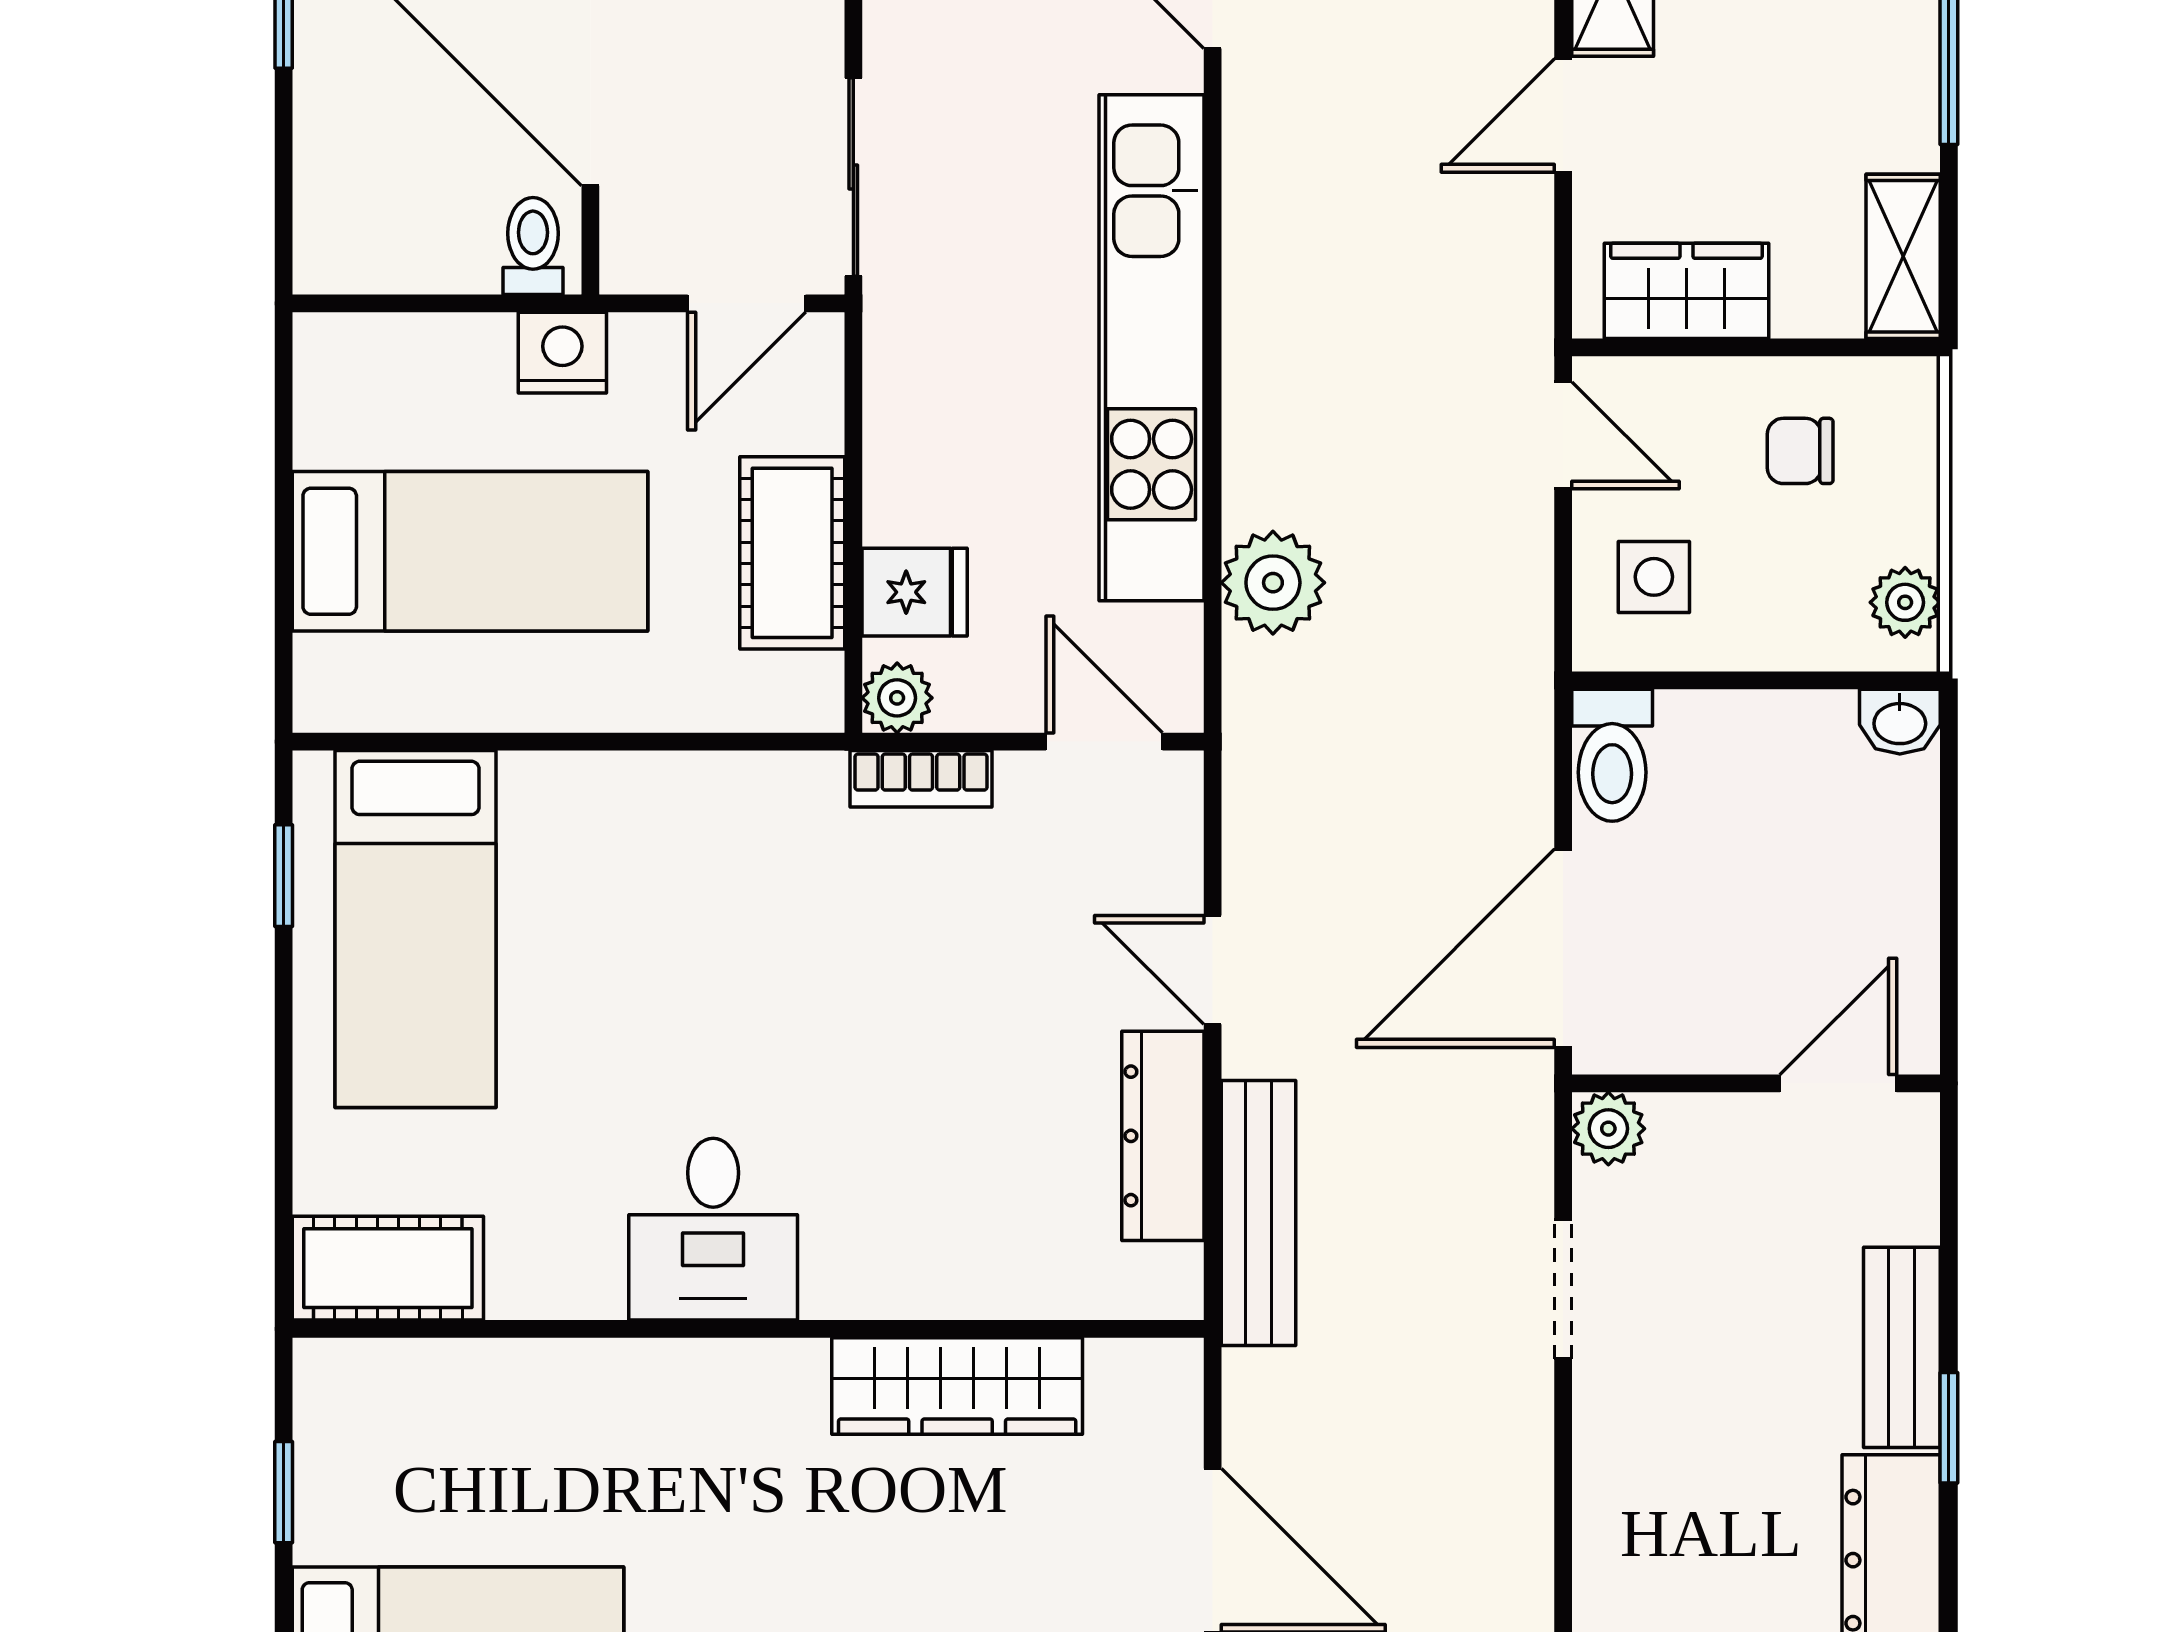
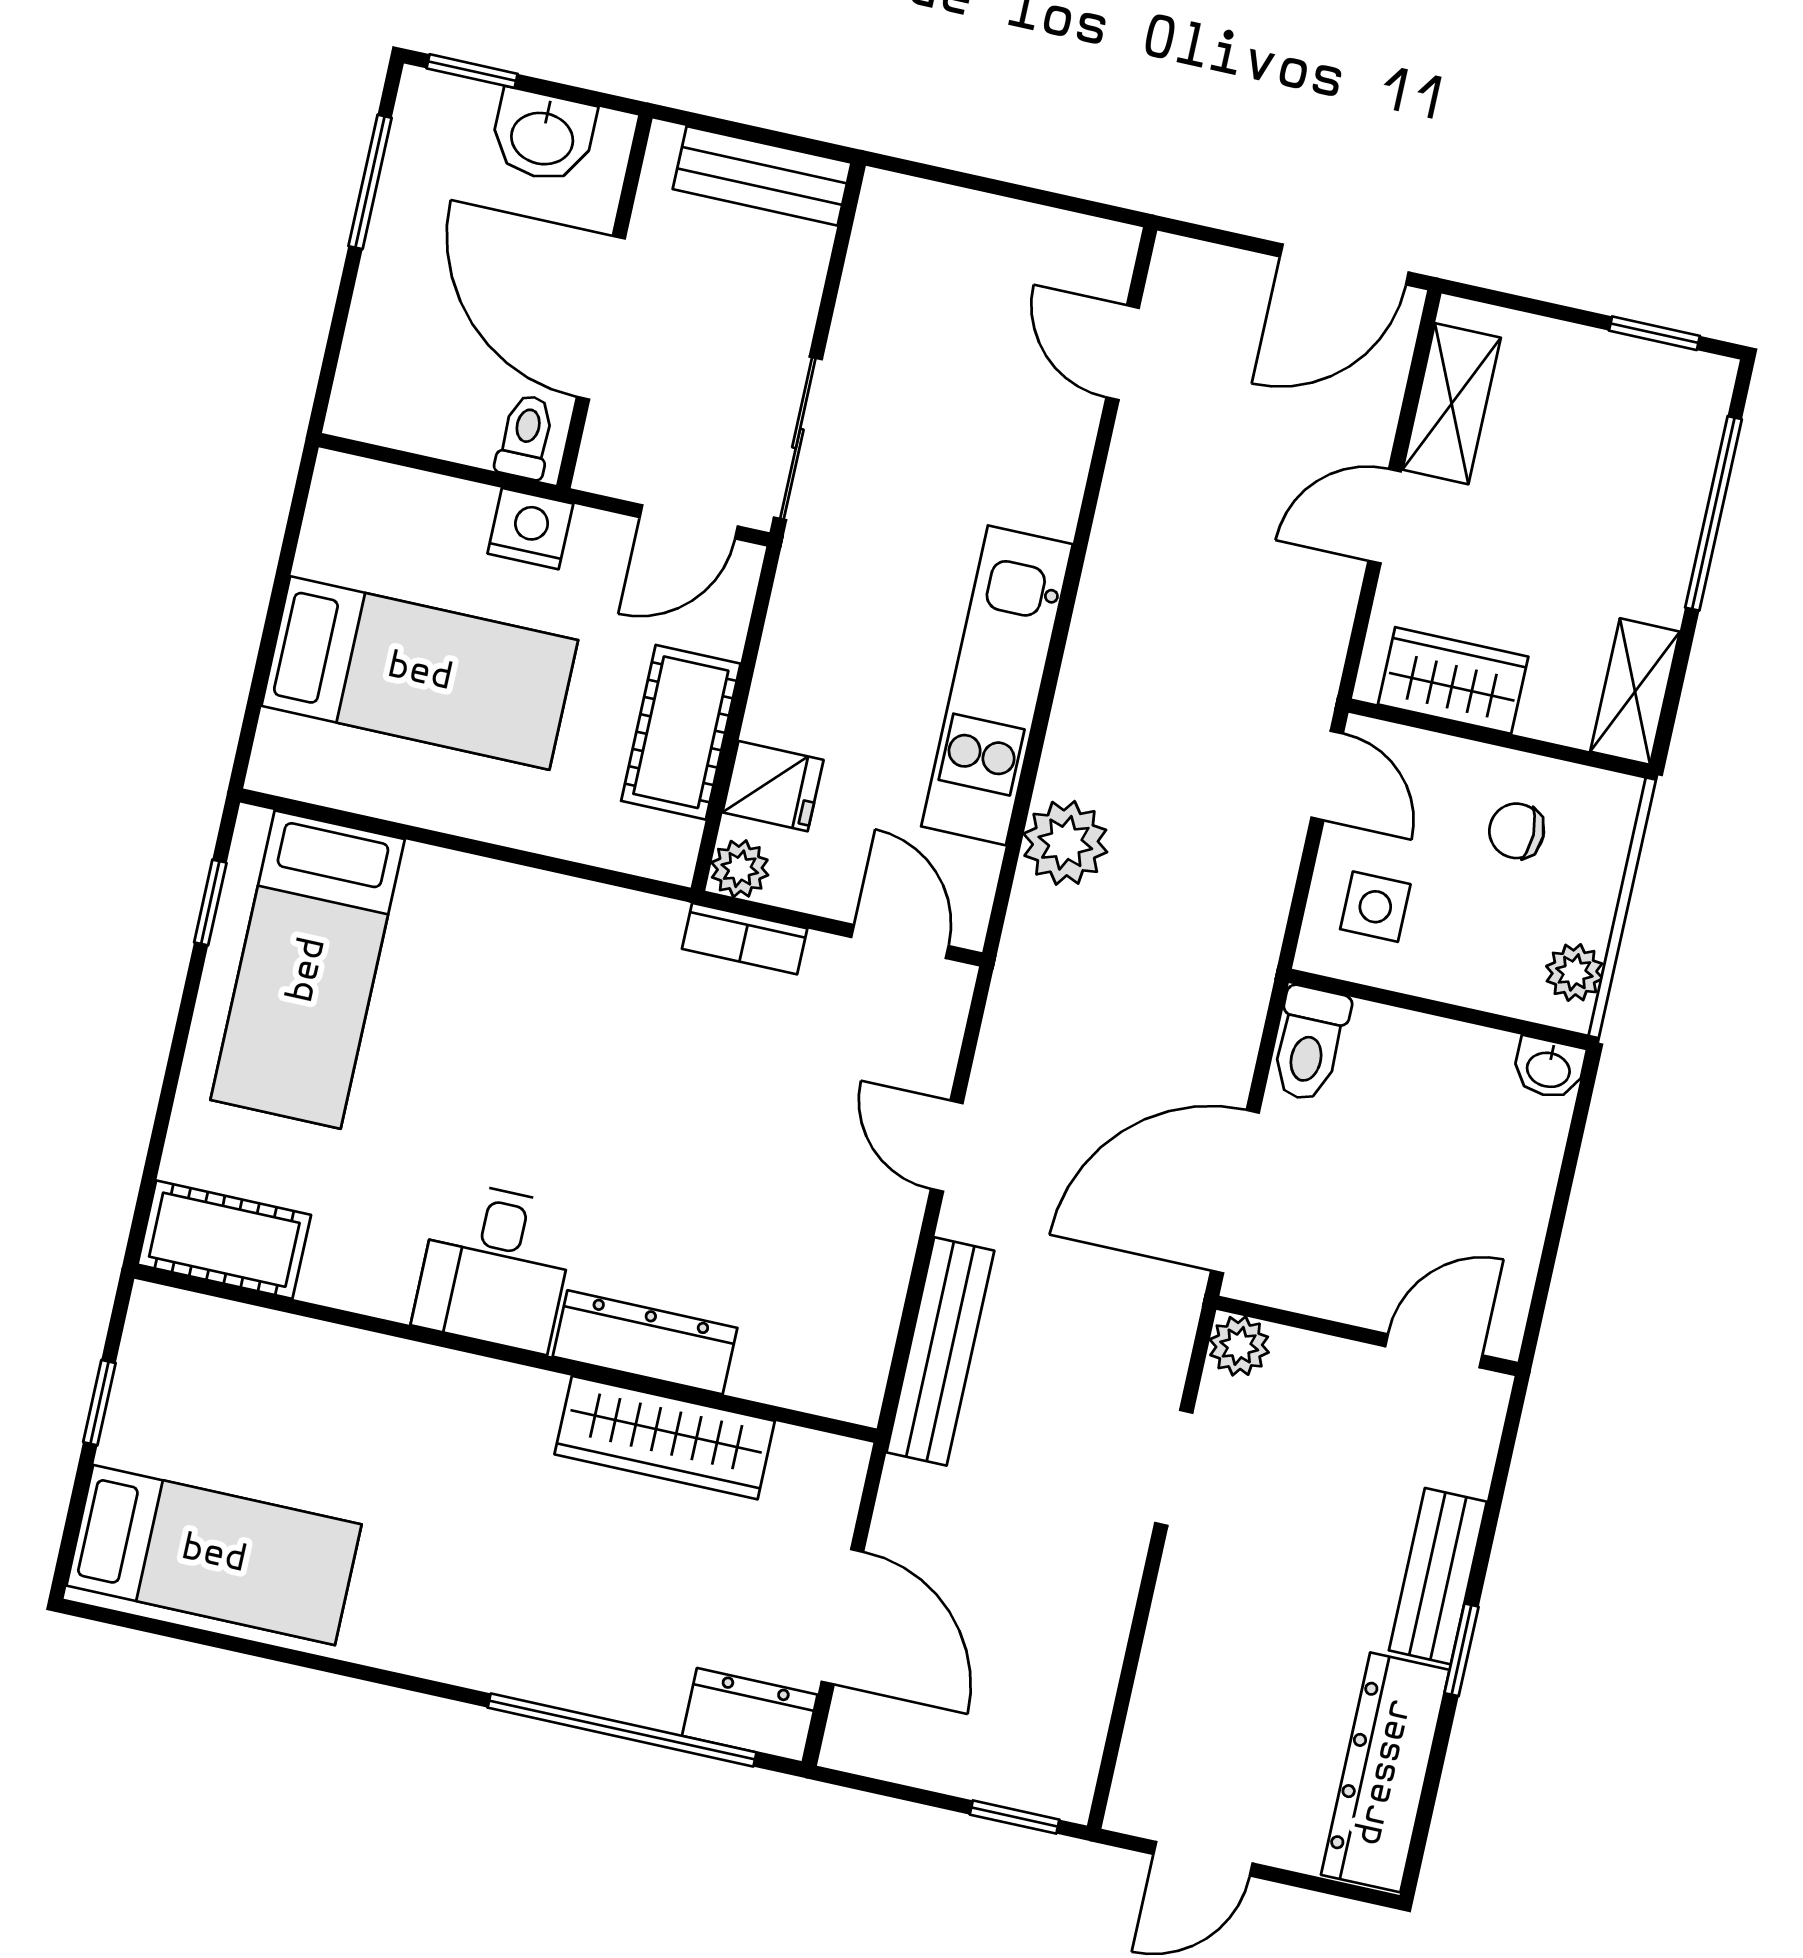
kitchen unit: (1152, 348) -> (997, 685), width x0.73
dresser: (1163, 1136) -> (645, 1342), moved, turned 90

